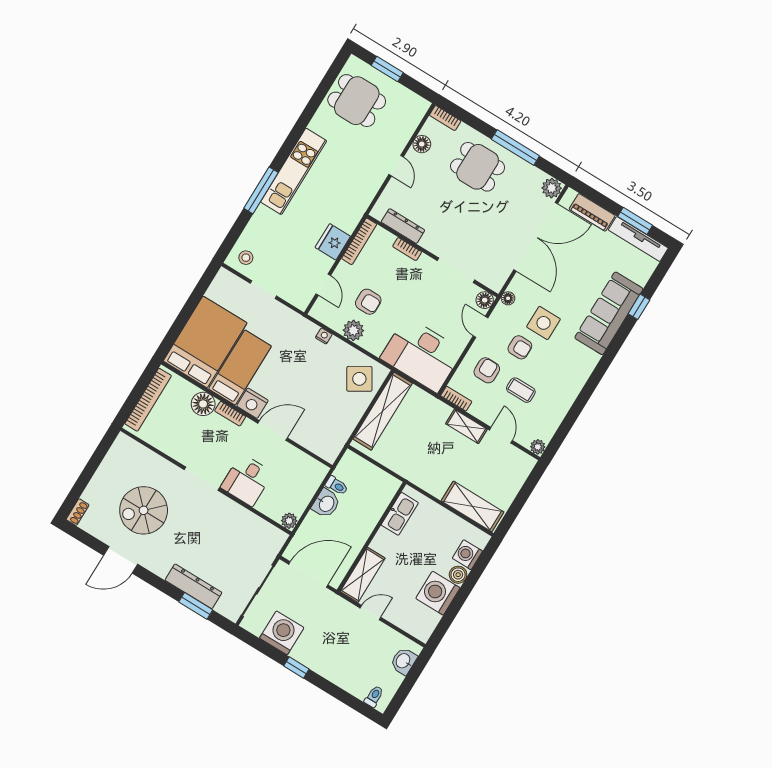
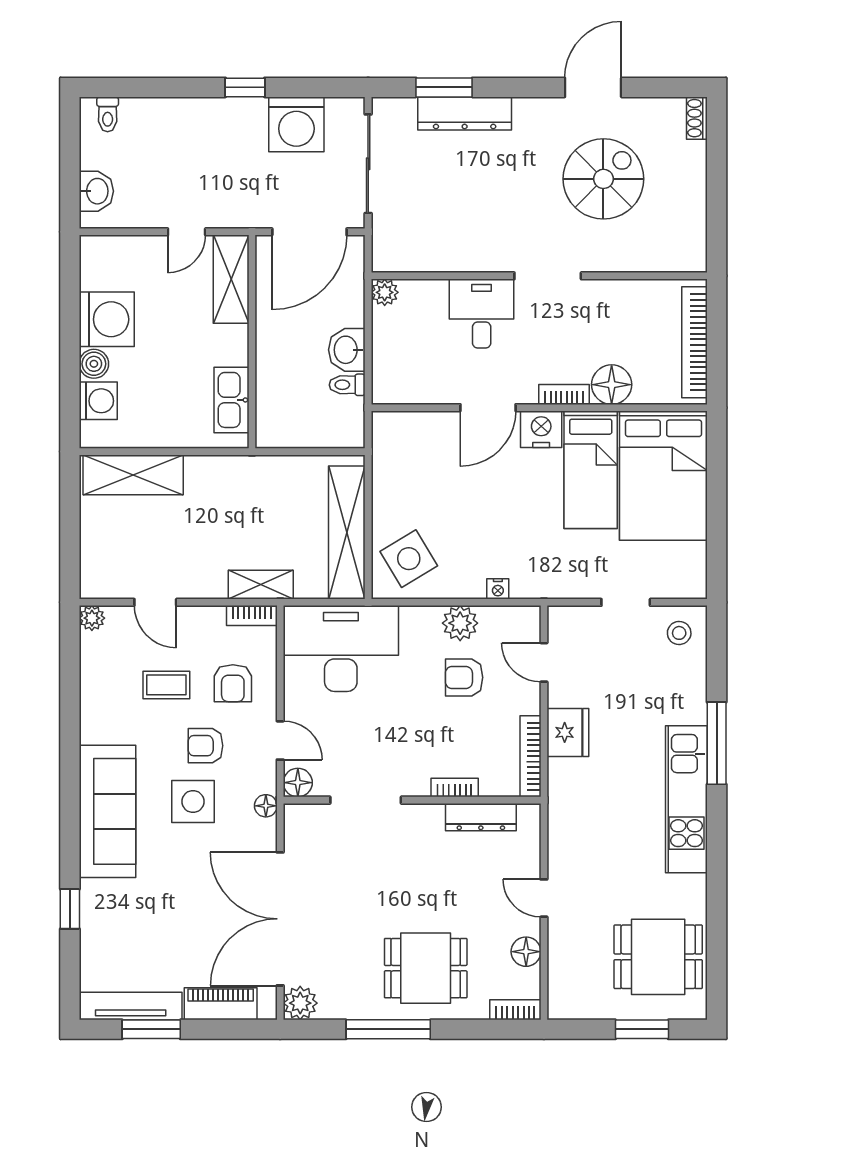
sofa: (609, 313) -> (107, 811), moved
shelving: (466, 426) -> (261, 585), moved

